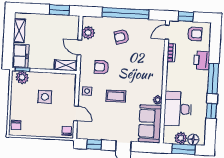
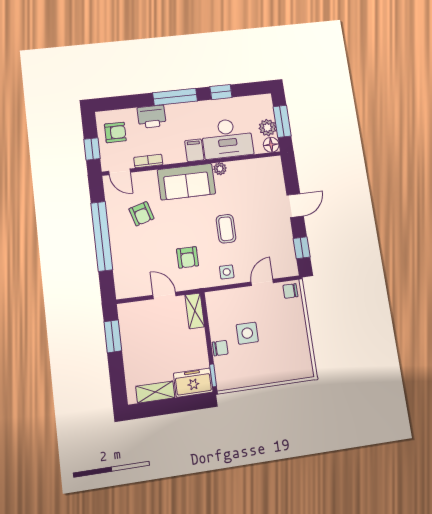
plant: (88, 33) -> (140, 286), removed
armchair: (195, 34) -> (115, 132), turned 90
armchair: (122, 37) -> (141, 214), moved
door: (79, 48) -> (164, 295), swing flipped
plant: (22, 77) -> (225, 373), removed
filing cabinet: (173, 85) -> (194, 150), added
sofa: (150, 124) -> (186, 182), moved
chair: (16, 125) -> (220, 348), moved
floor lamp: (193, 140) -> (271, 145), moved

